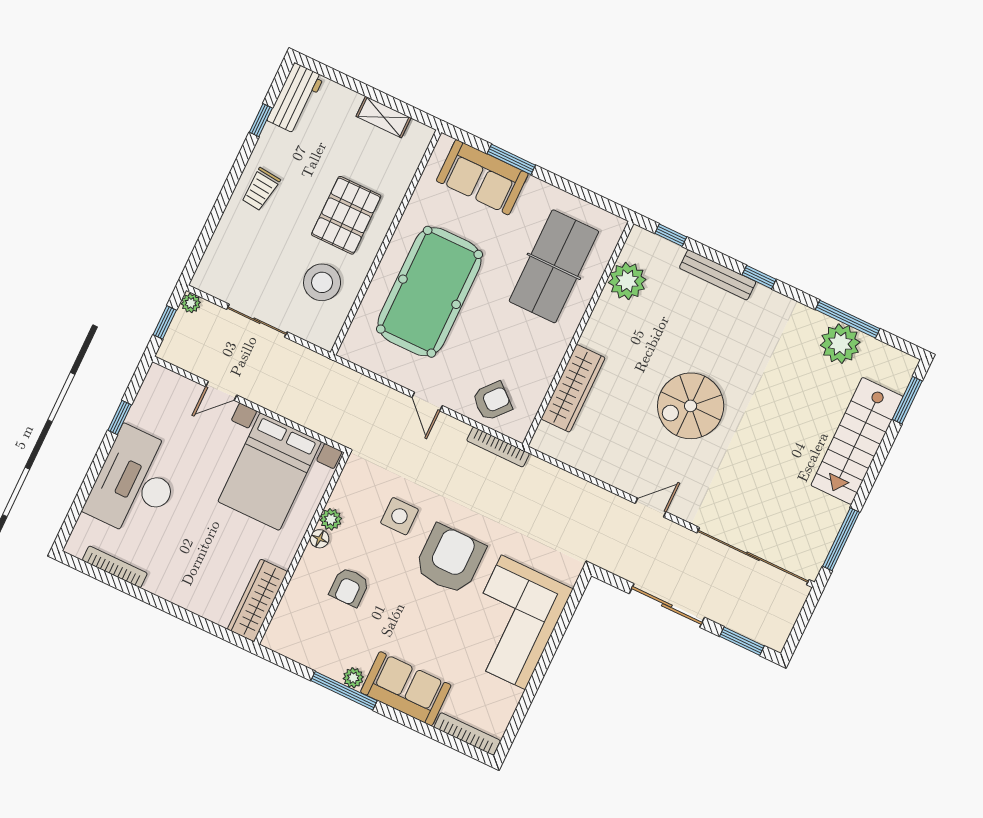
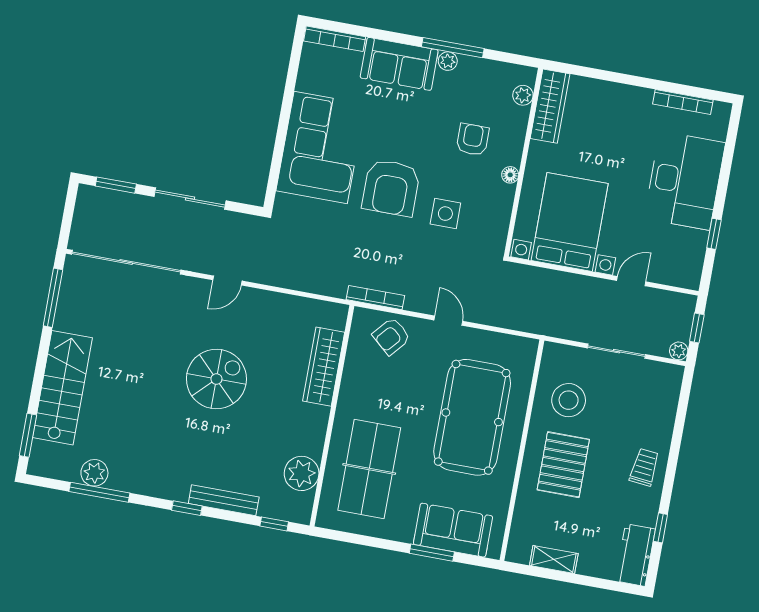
plant: (840, 344) -> (94, 473), width x0.73, depth x0.73
plant: (331, 519) -> (523, 95), moved

